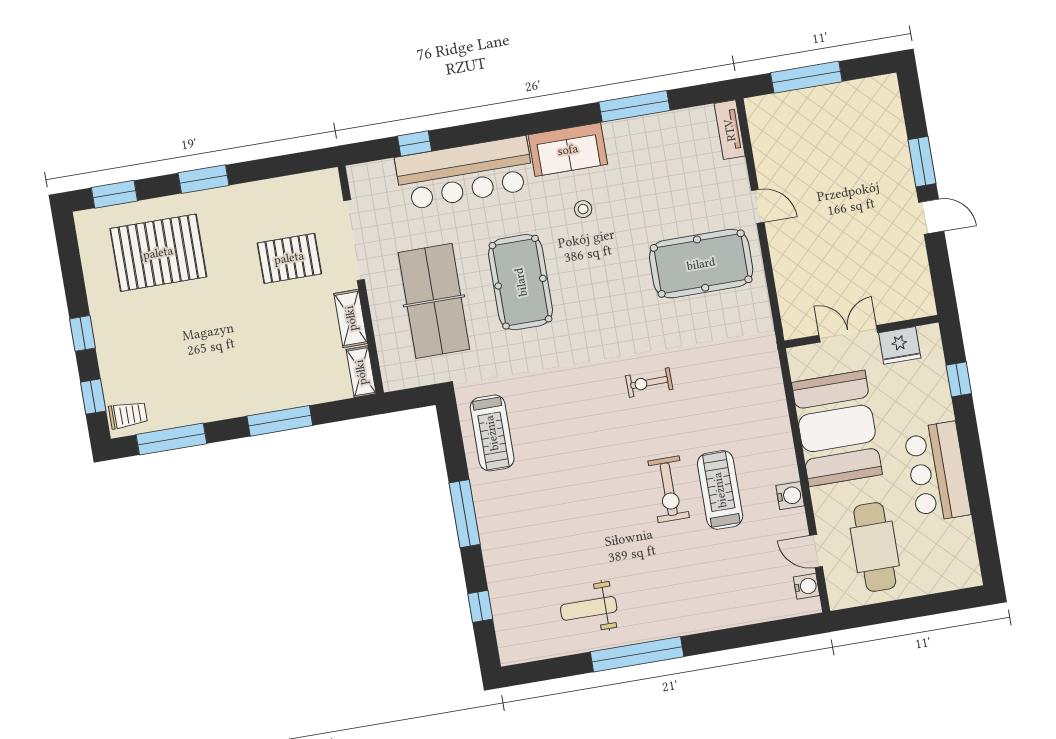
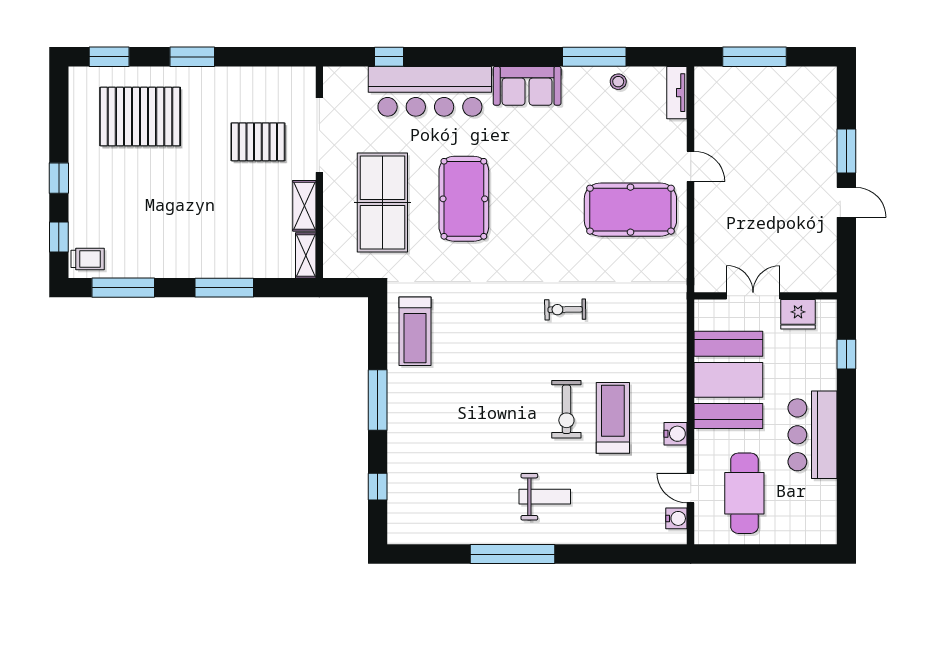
stool: (583, 209) -> (618, 82), moved
weight bench: (589, 608) -> (545, 497), moved, turned 180

